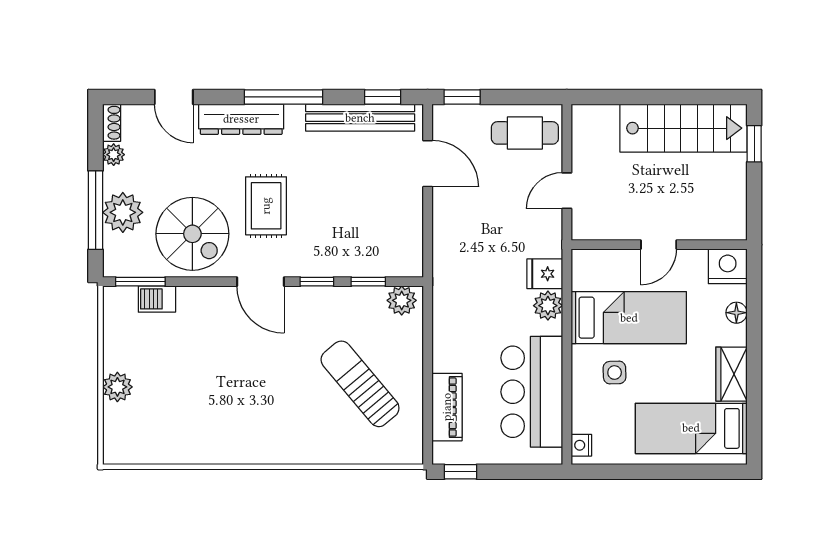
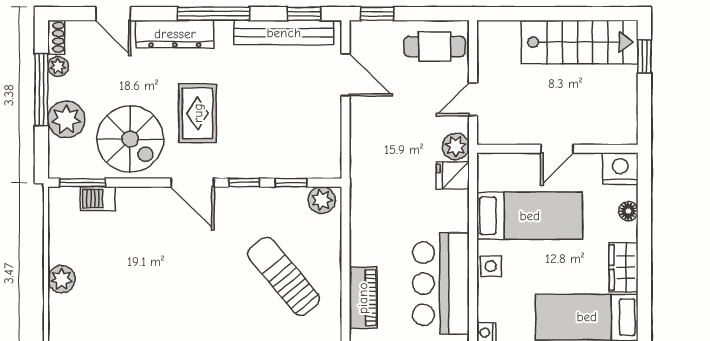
window: (96, 210) -> (41, 90), moved
plant: (548, 306) -> (456, 146), moved
side table: (615, 373) -> (491, 266), moved

